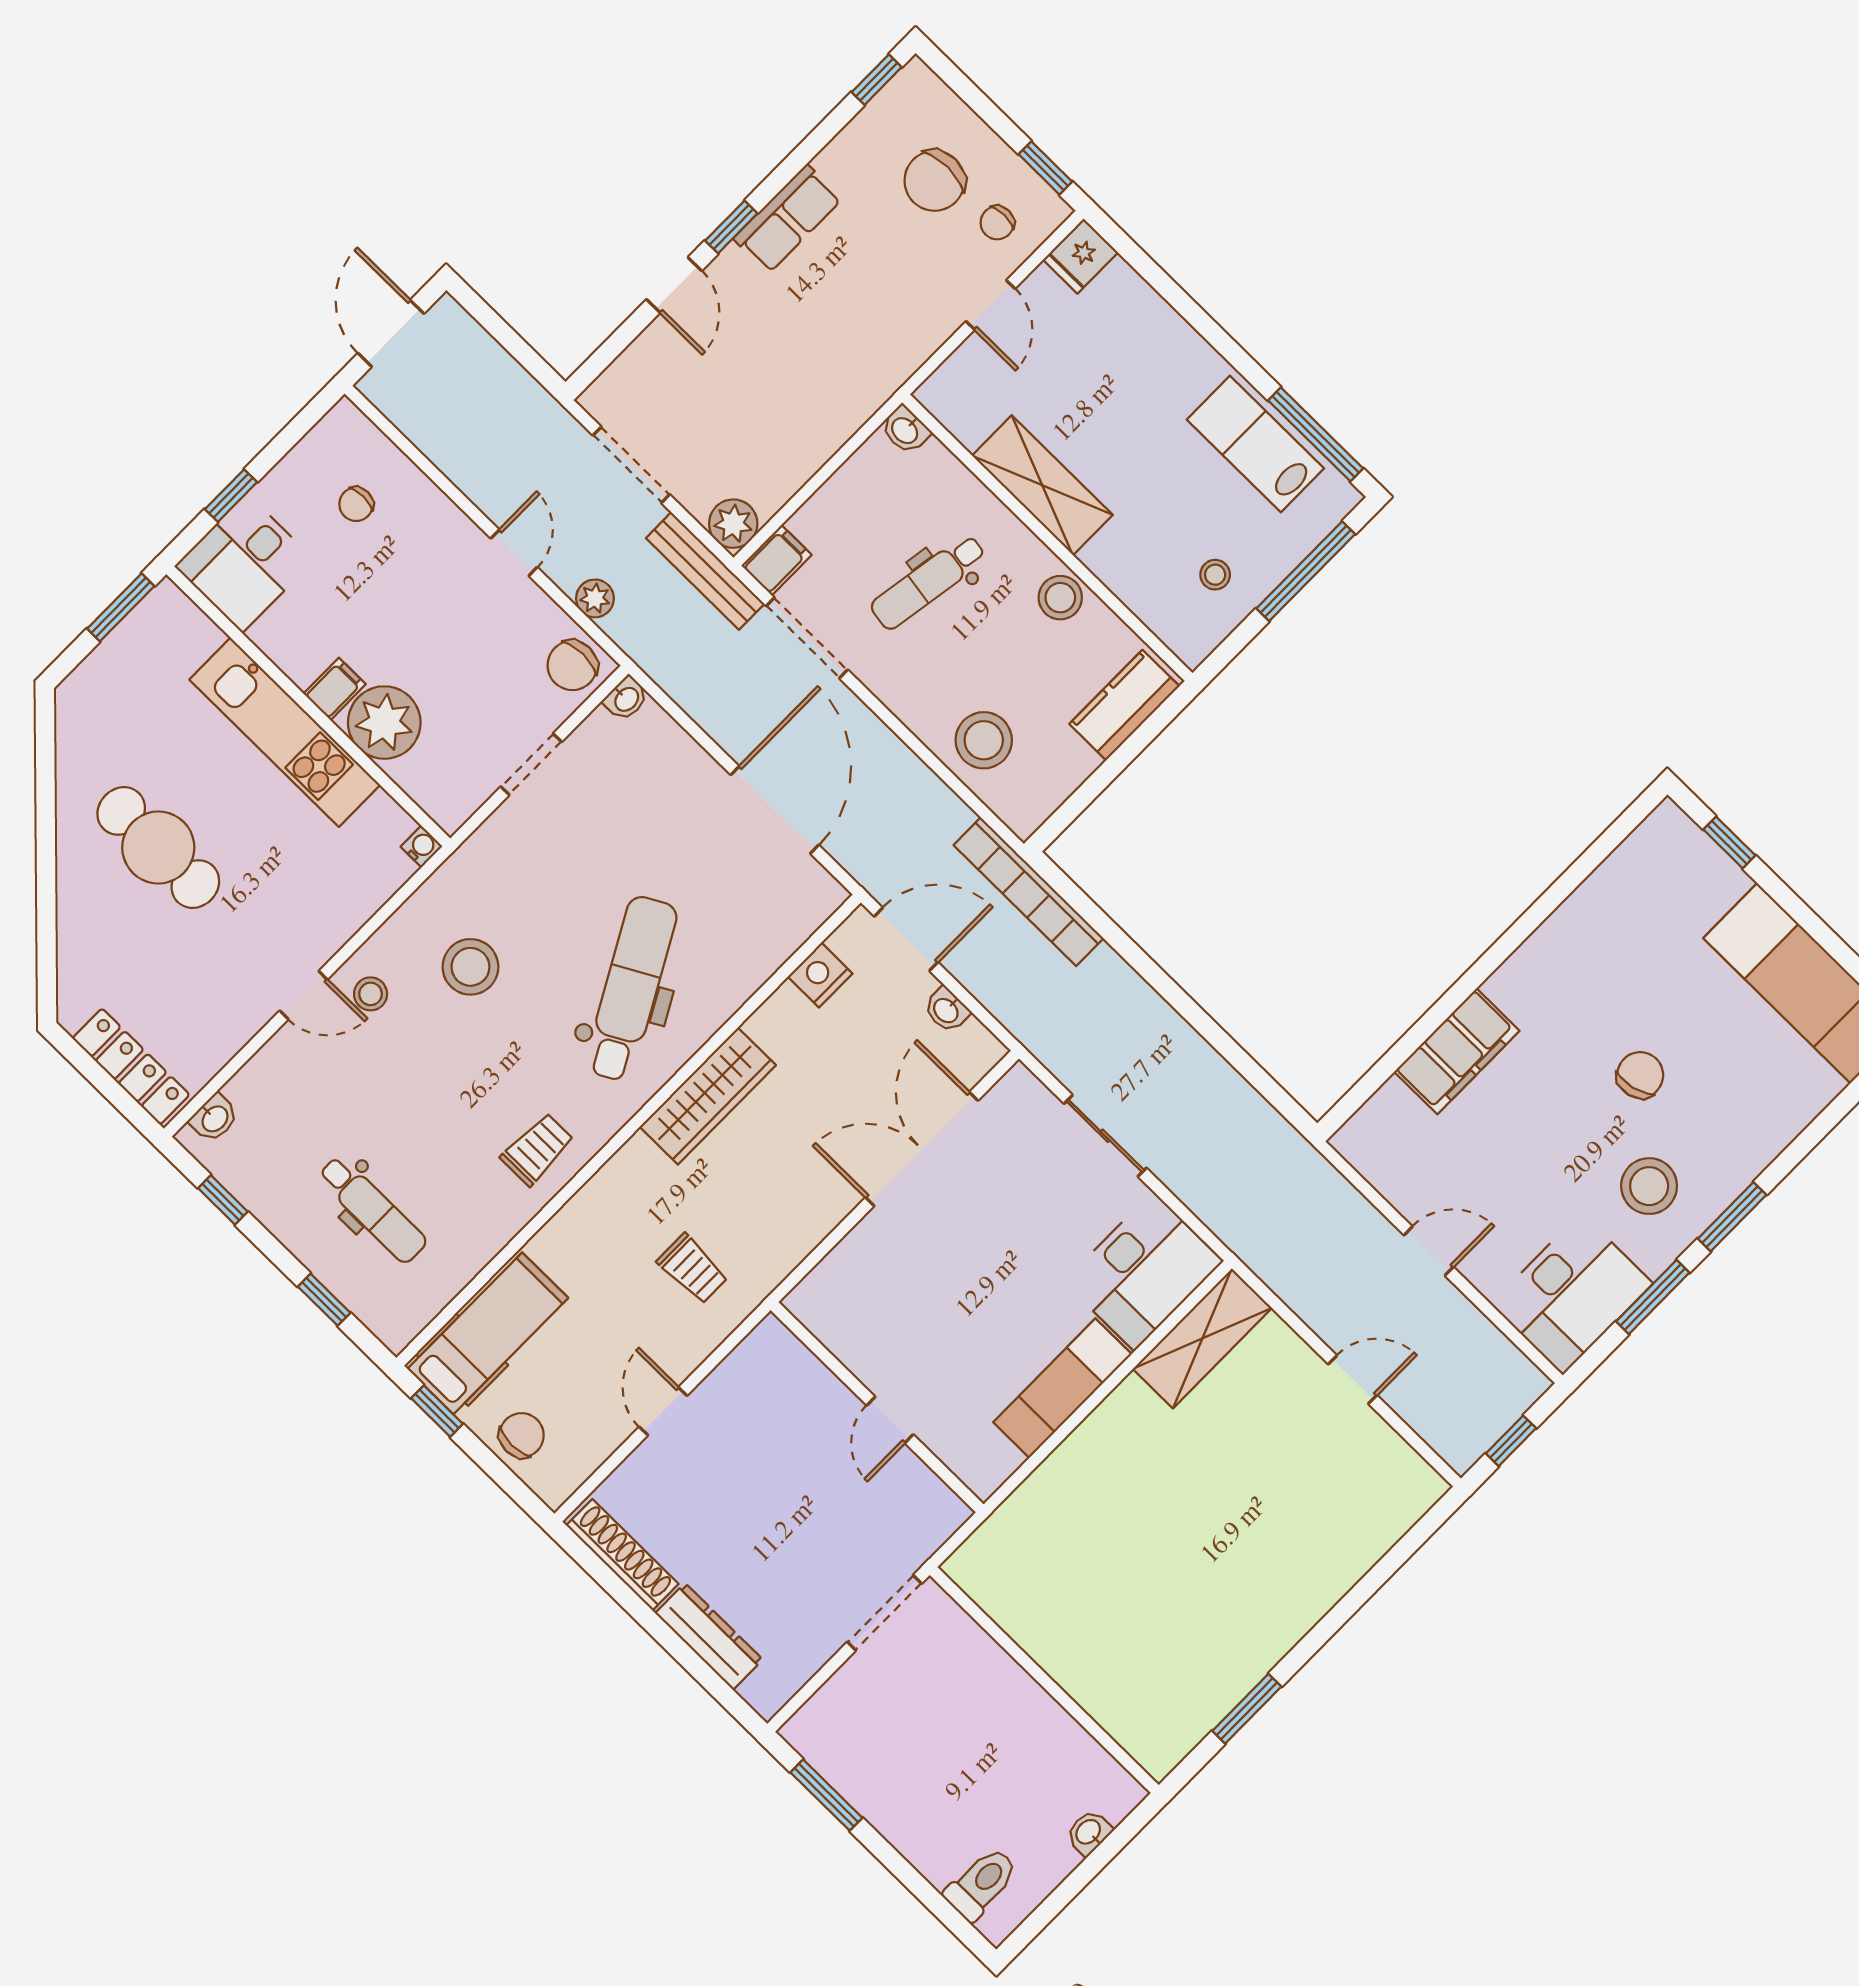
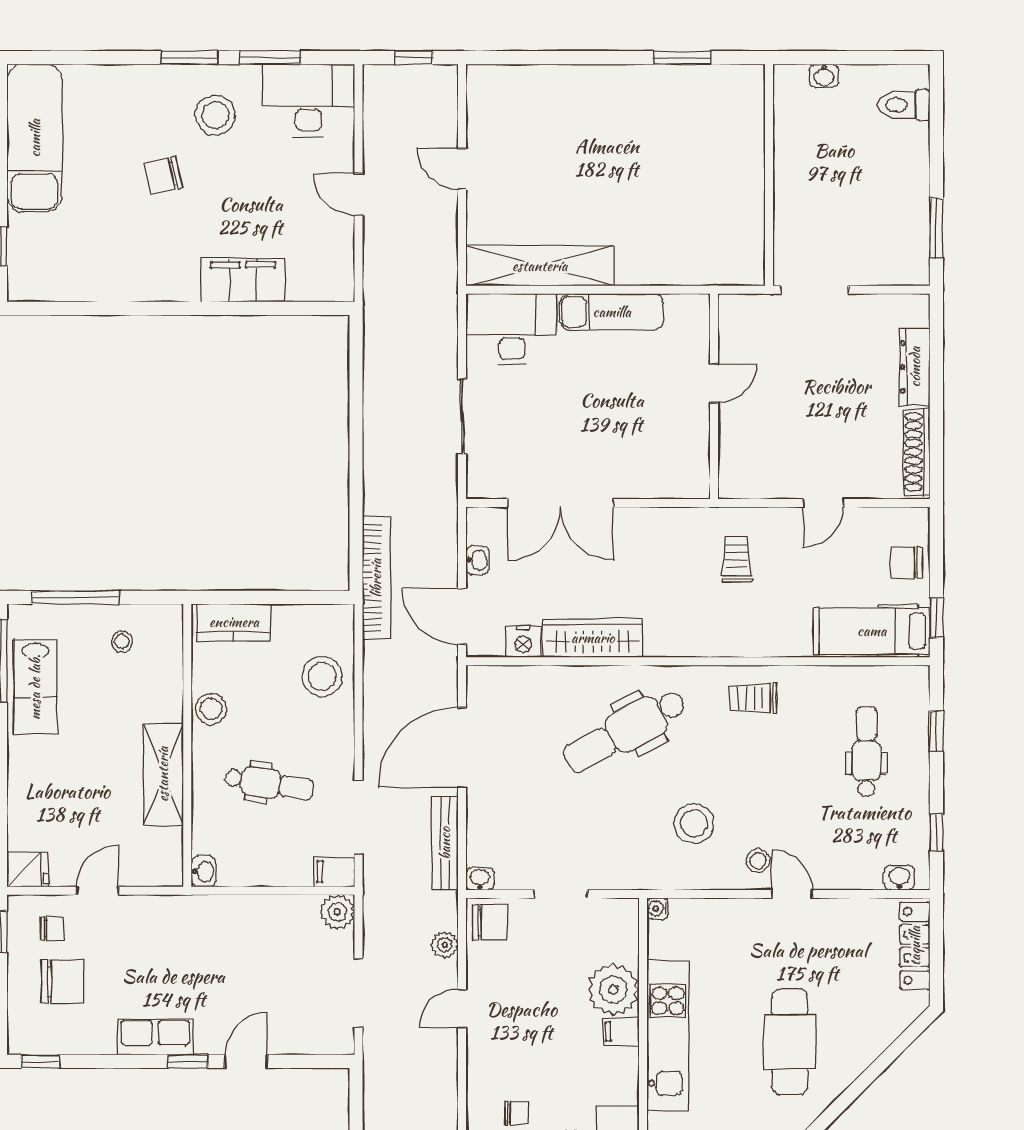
bench: (705, 571) -> (445, 843), moved
wardrobe: (708, 1096) -> (593, 638), moved
shelving: (1202, 1338) -> (540, 266), width x1.47

